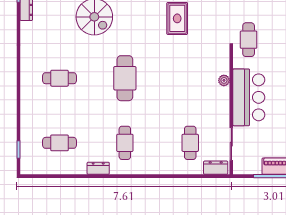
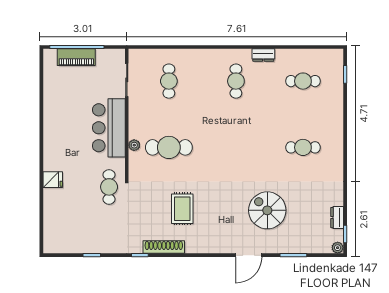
cafe table: (125, 78) -> (169, 147), moved, turned 90
dresser: (216, 168) -> (143, 56), removed

